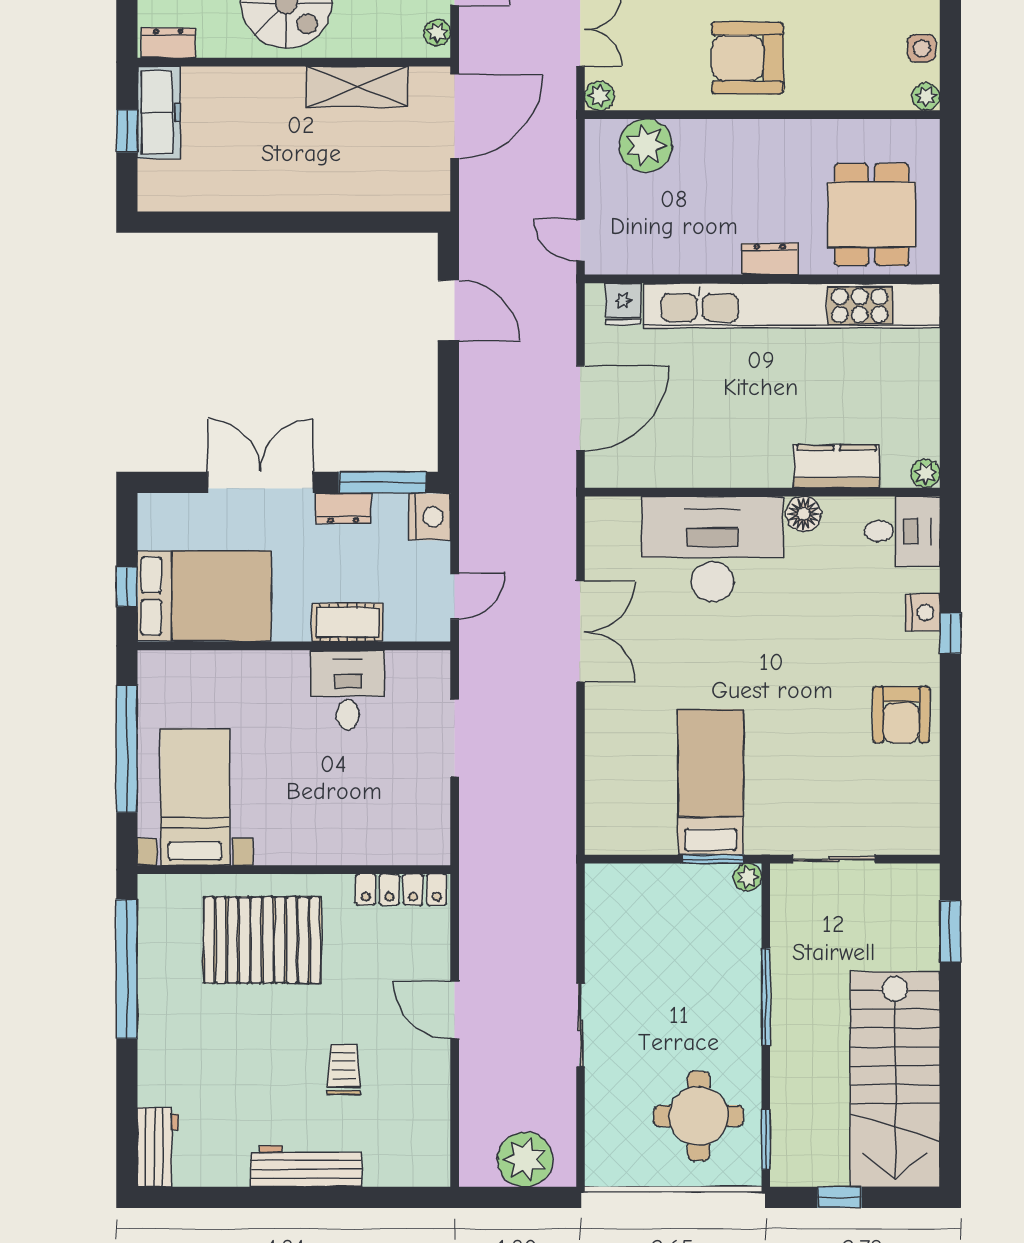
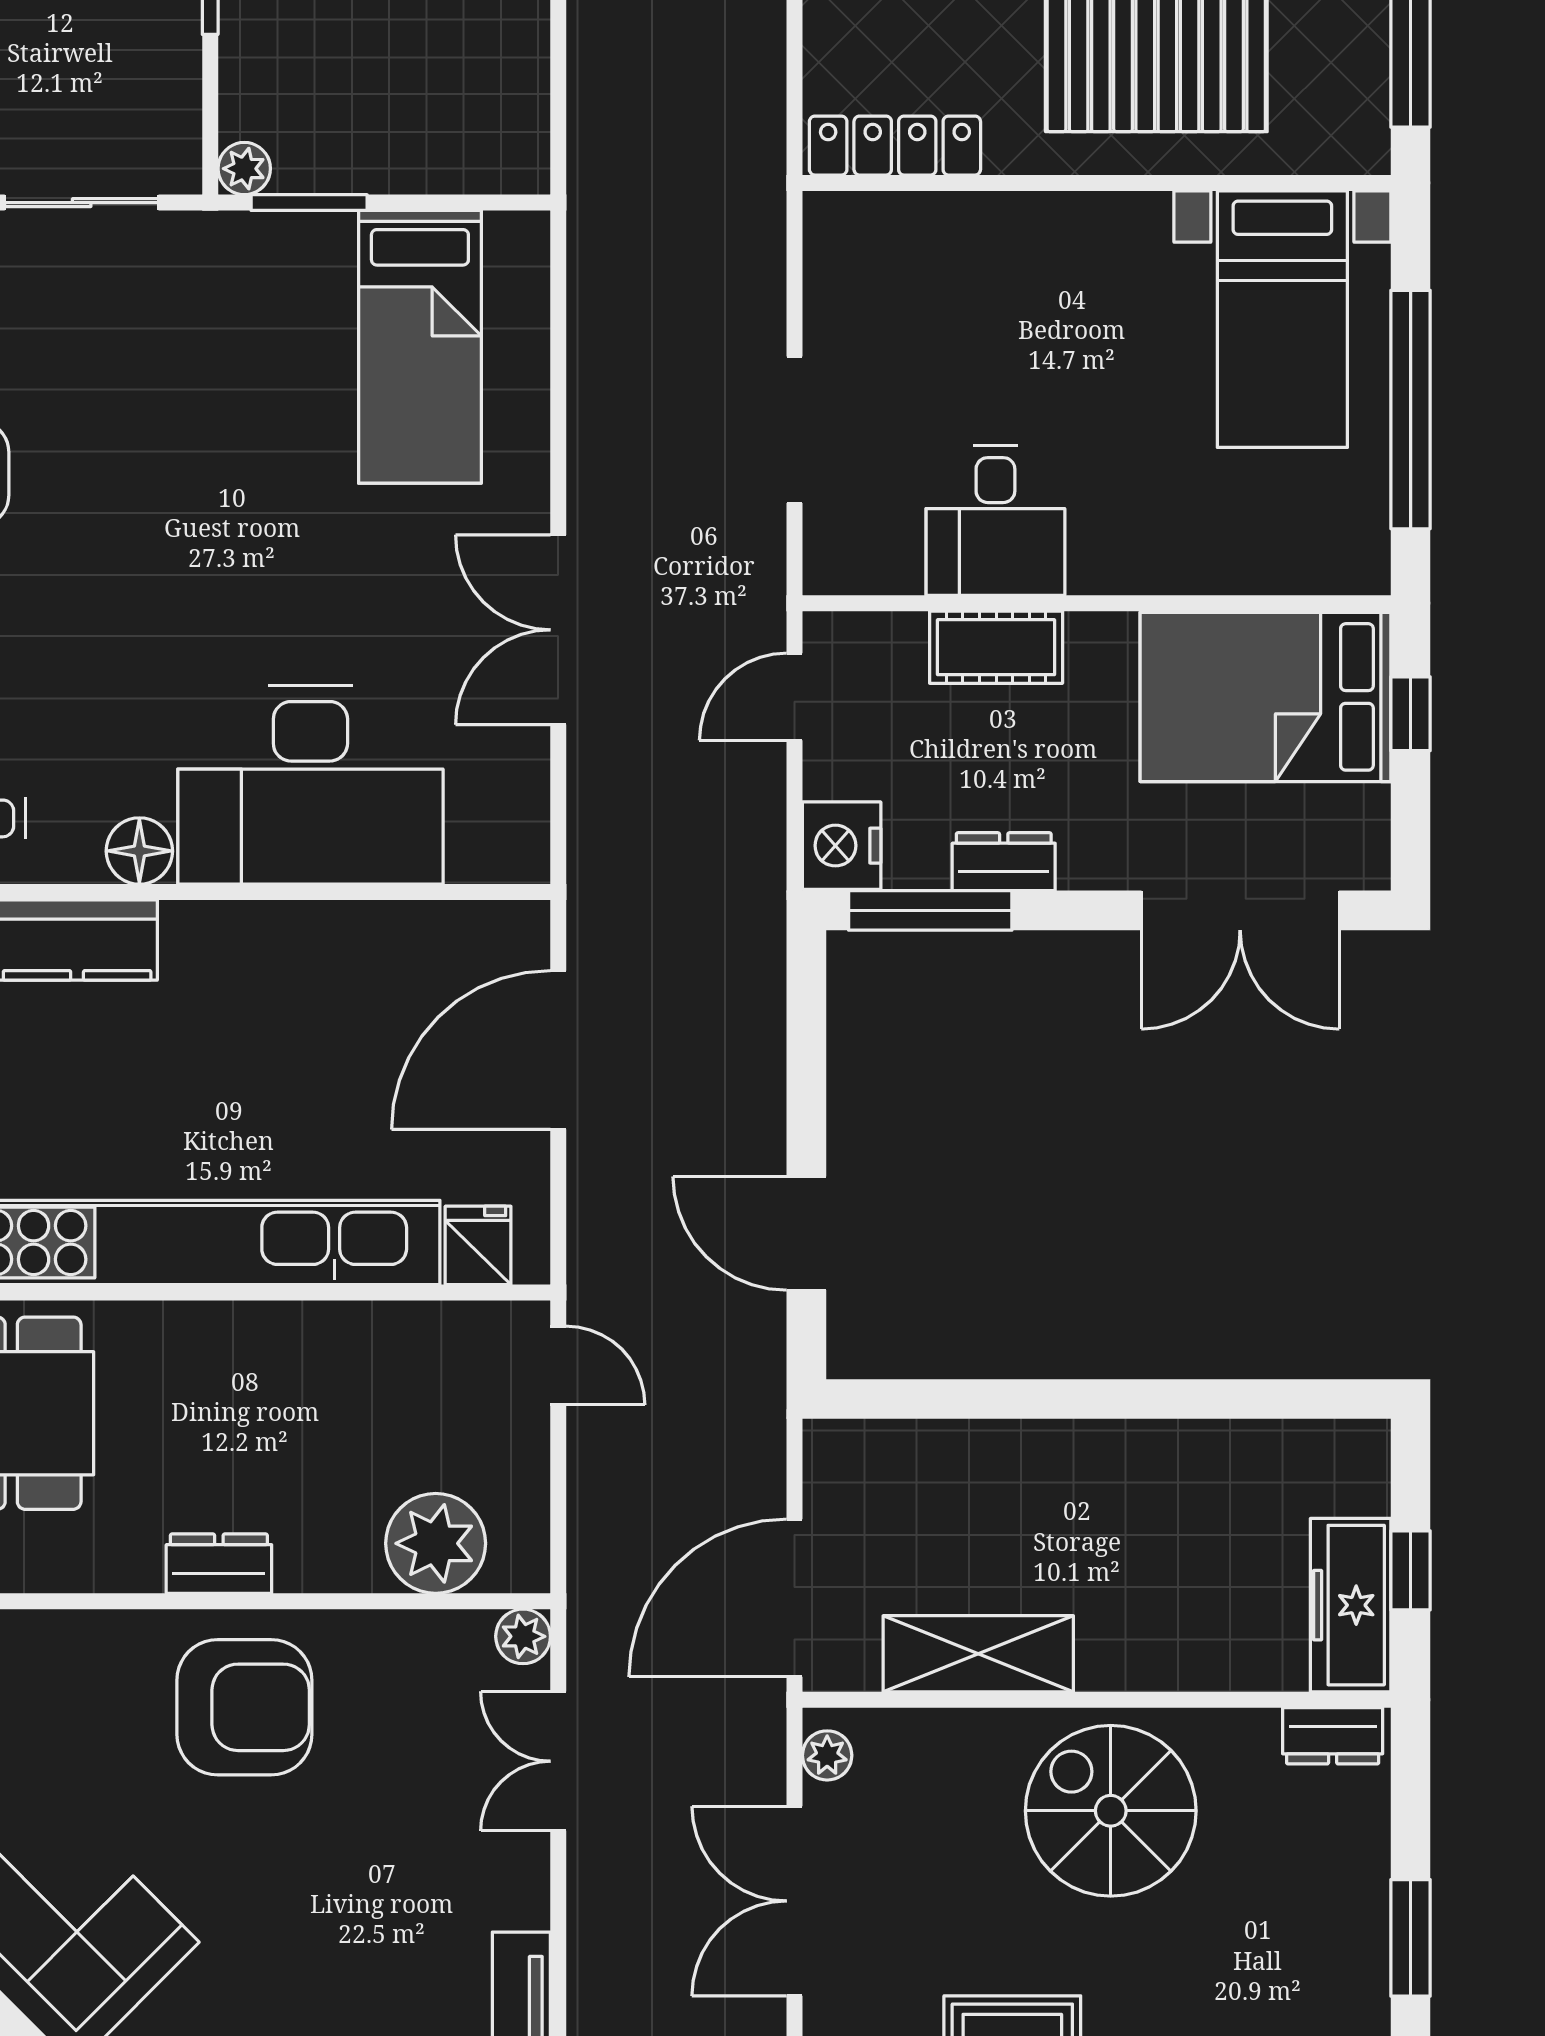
dresser: (770, 259) -> (219, 1564), moved, turned 180
double door: (260, 482) -> (1240, 910), moved
bed: (711, 782) -> (420, 347), moved

